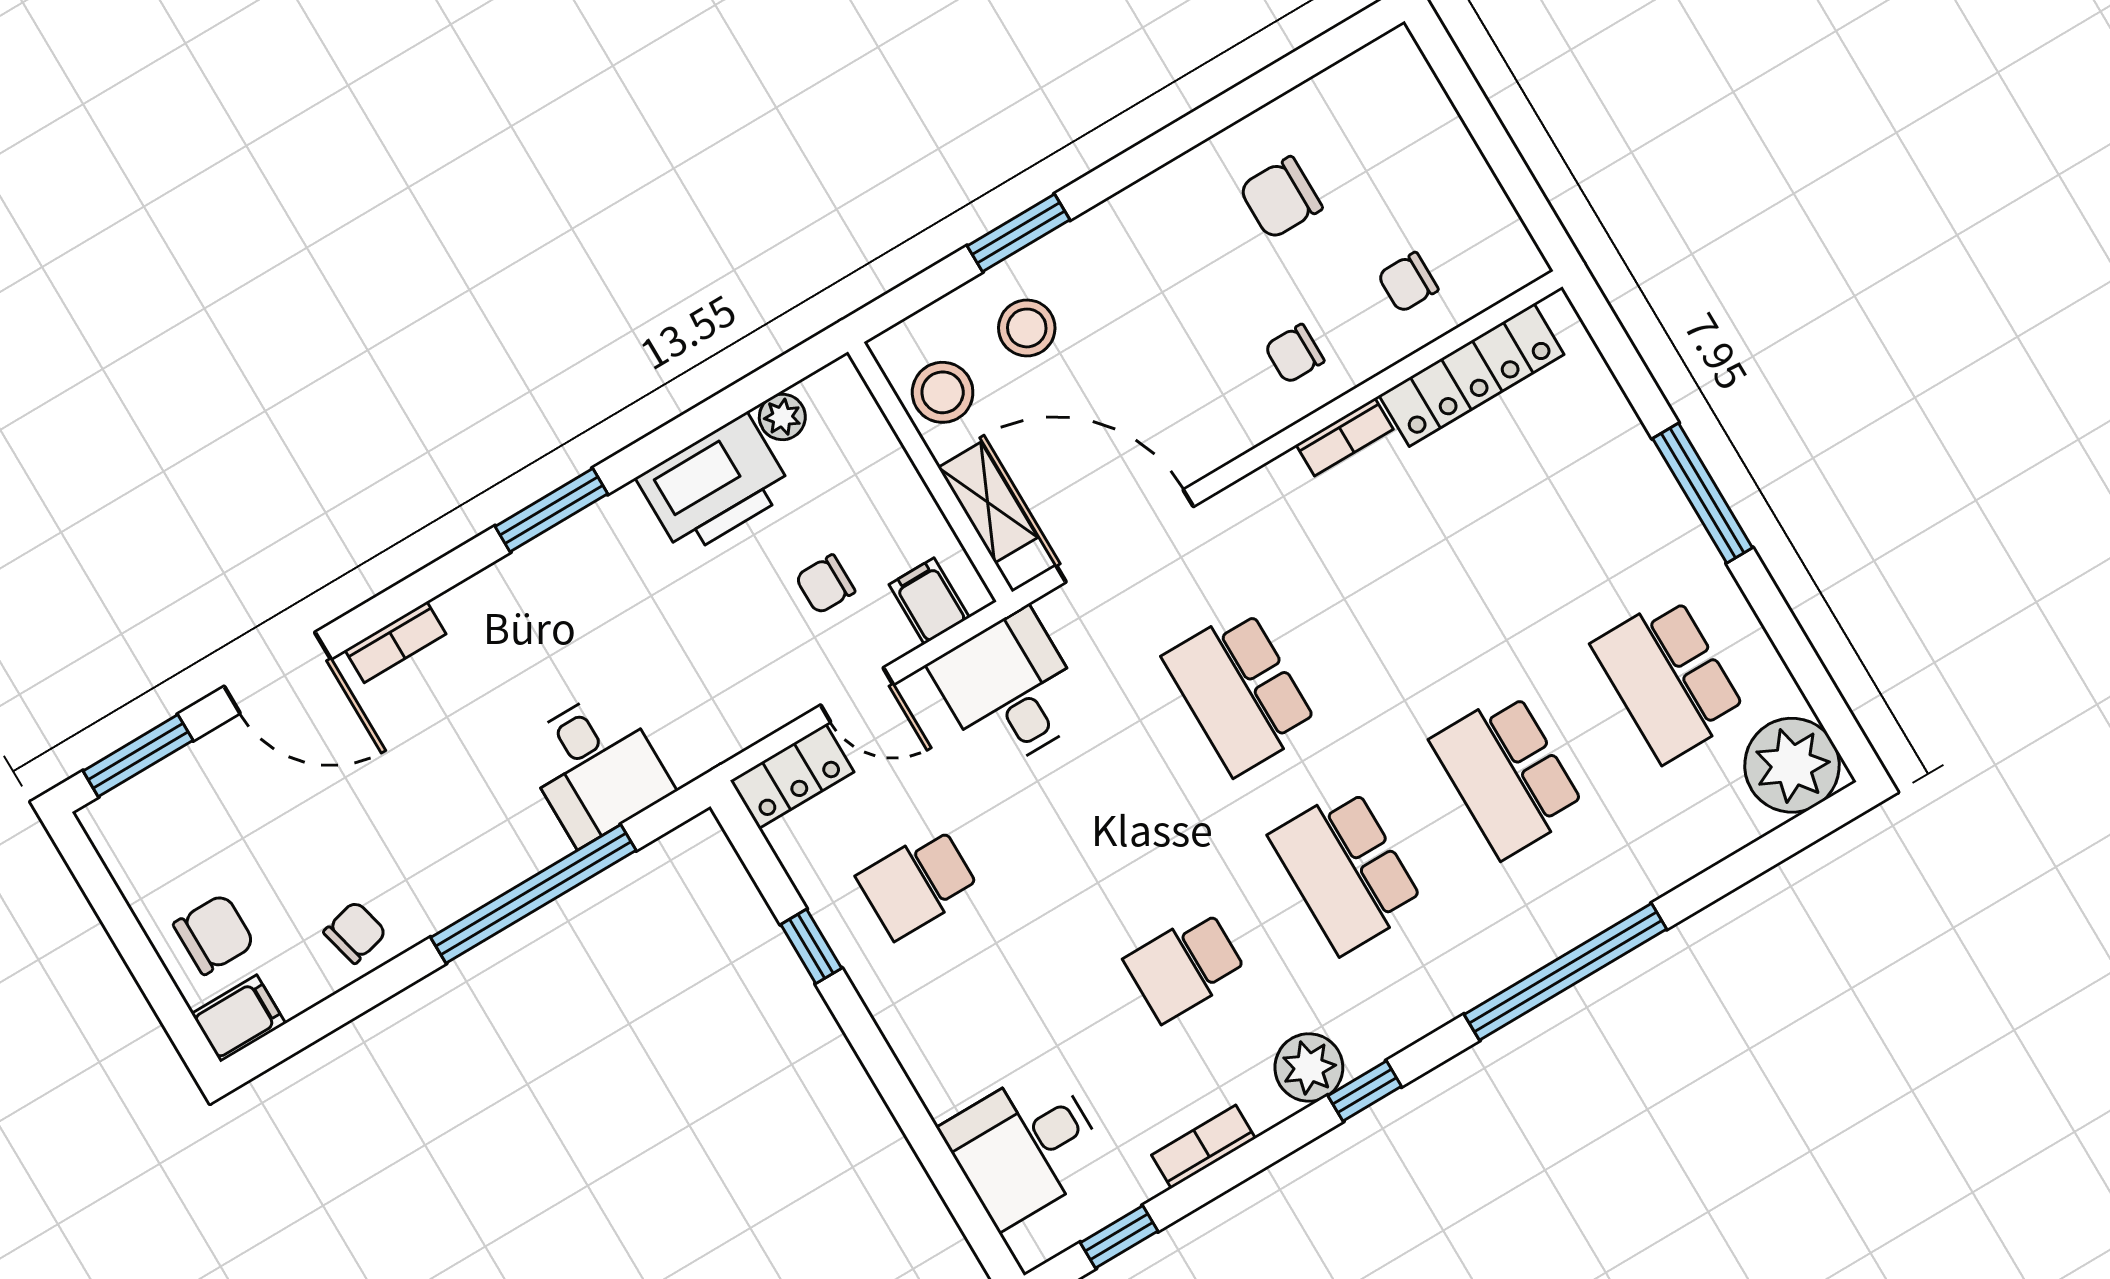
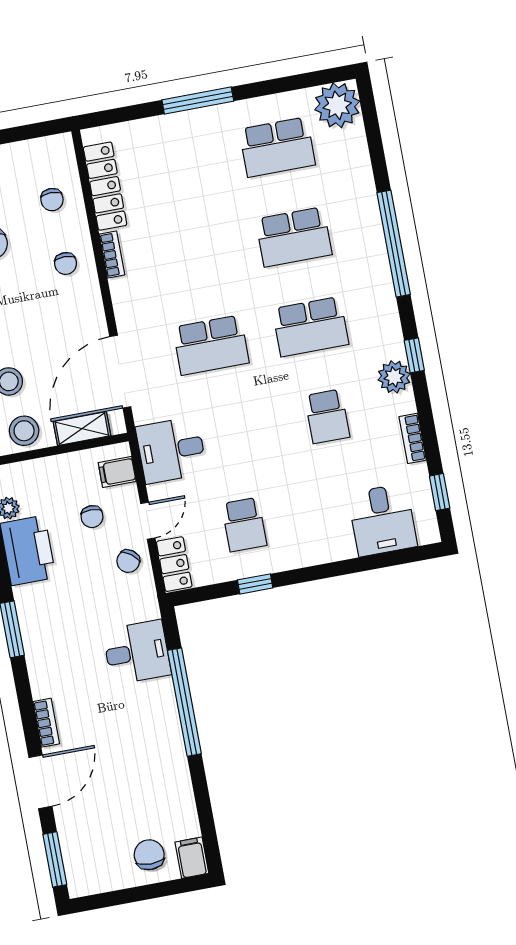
chair: (355, 932) -> (128, 561), moved, turned -129

